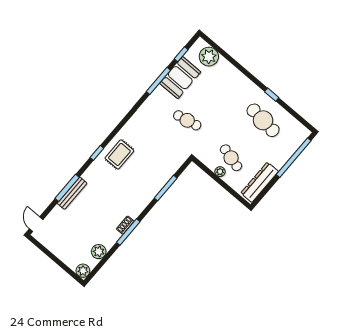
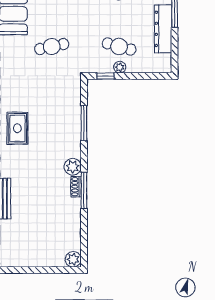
window: (206, 169) -> (105, 76), added
dresser: (260, 182) -> (163, 29), moved
plant: (99, 252) -> (73, 167), moved

